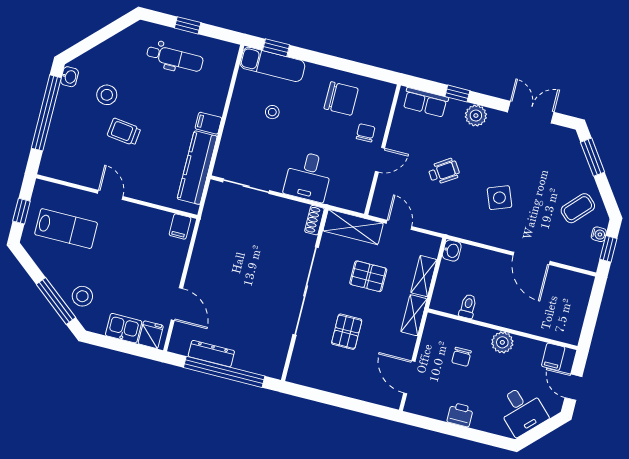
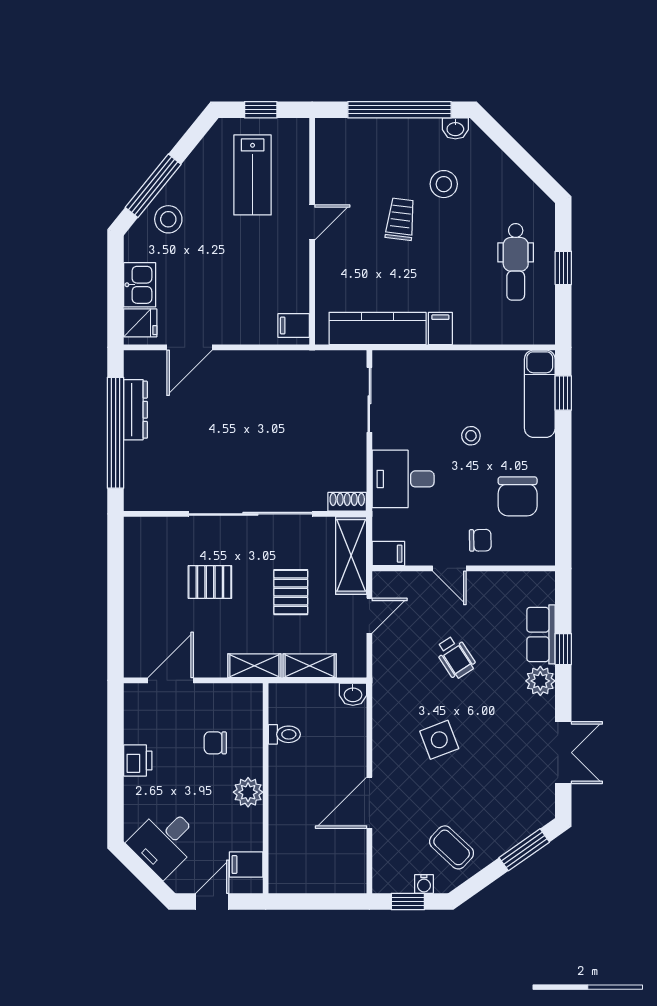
row of seats: (425, 102) -> (541, 634), moved
stool: (272, 112) -> (471, 436), moved
filing cabinet: (358, 200) -> (388, 554), added

